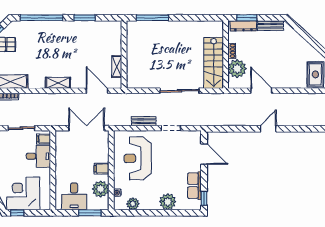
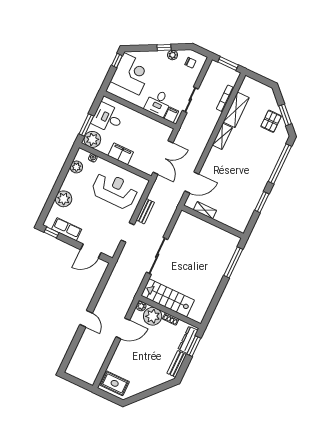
shelving: (58, 83) -> (222, 136), moved
plant: (233, 84) -> (141, 306), added
filing cabinet: (101, 169) -> (121, 154), width x2.00
plant: (101, 189) -> (92, 139), moved

